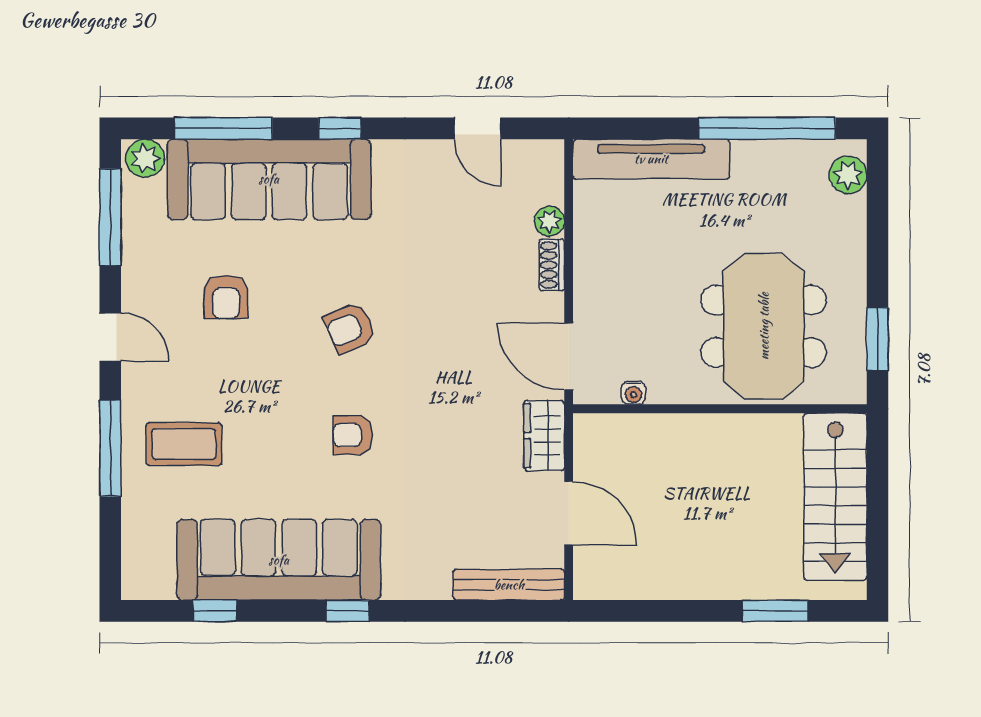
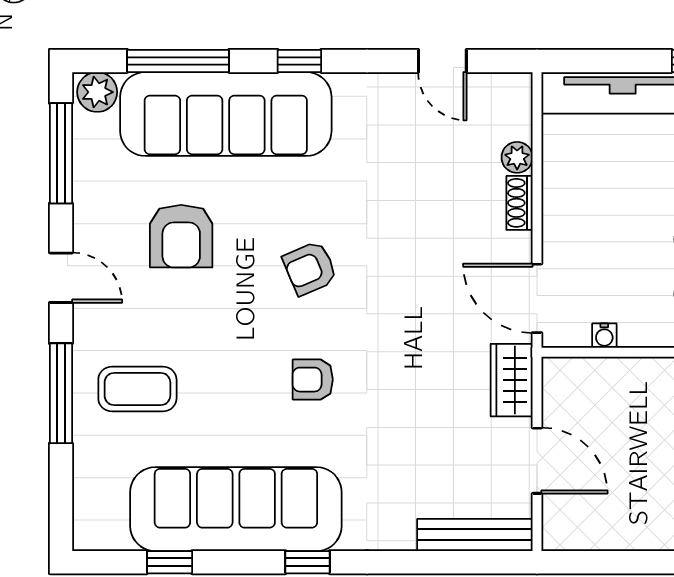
armchair: (226, 297) -> (181, 236), width x1.38, depth x1.38

